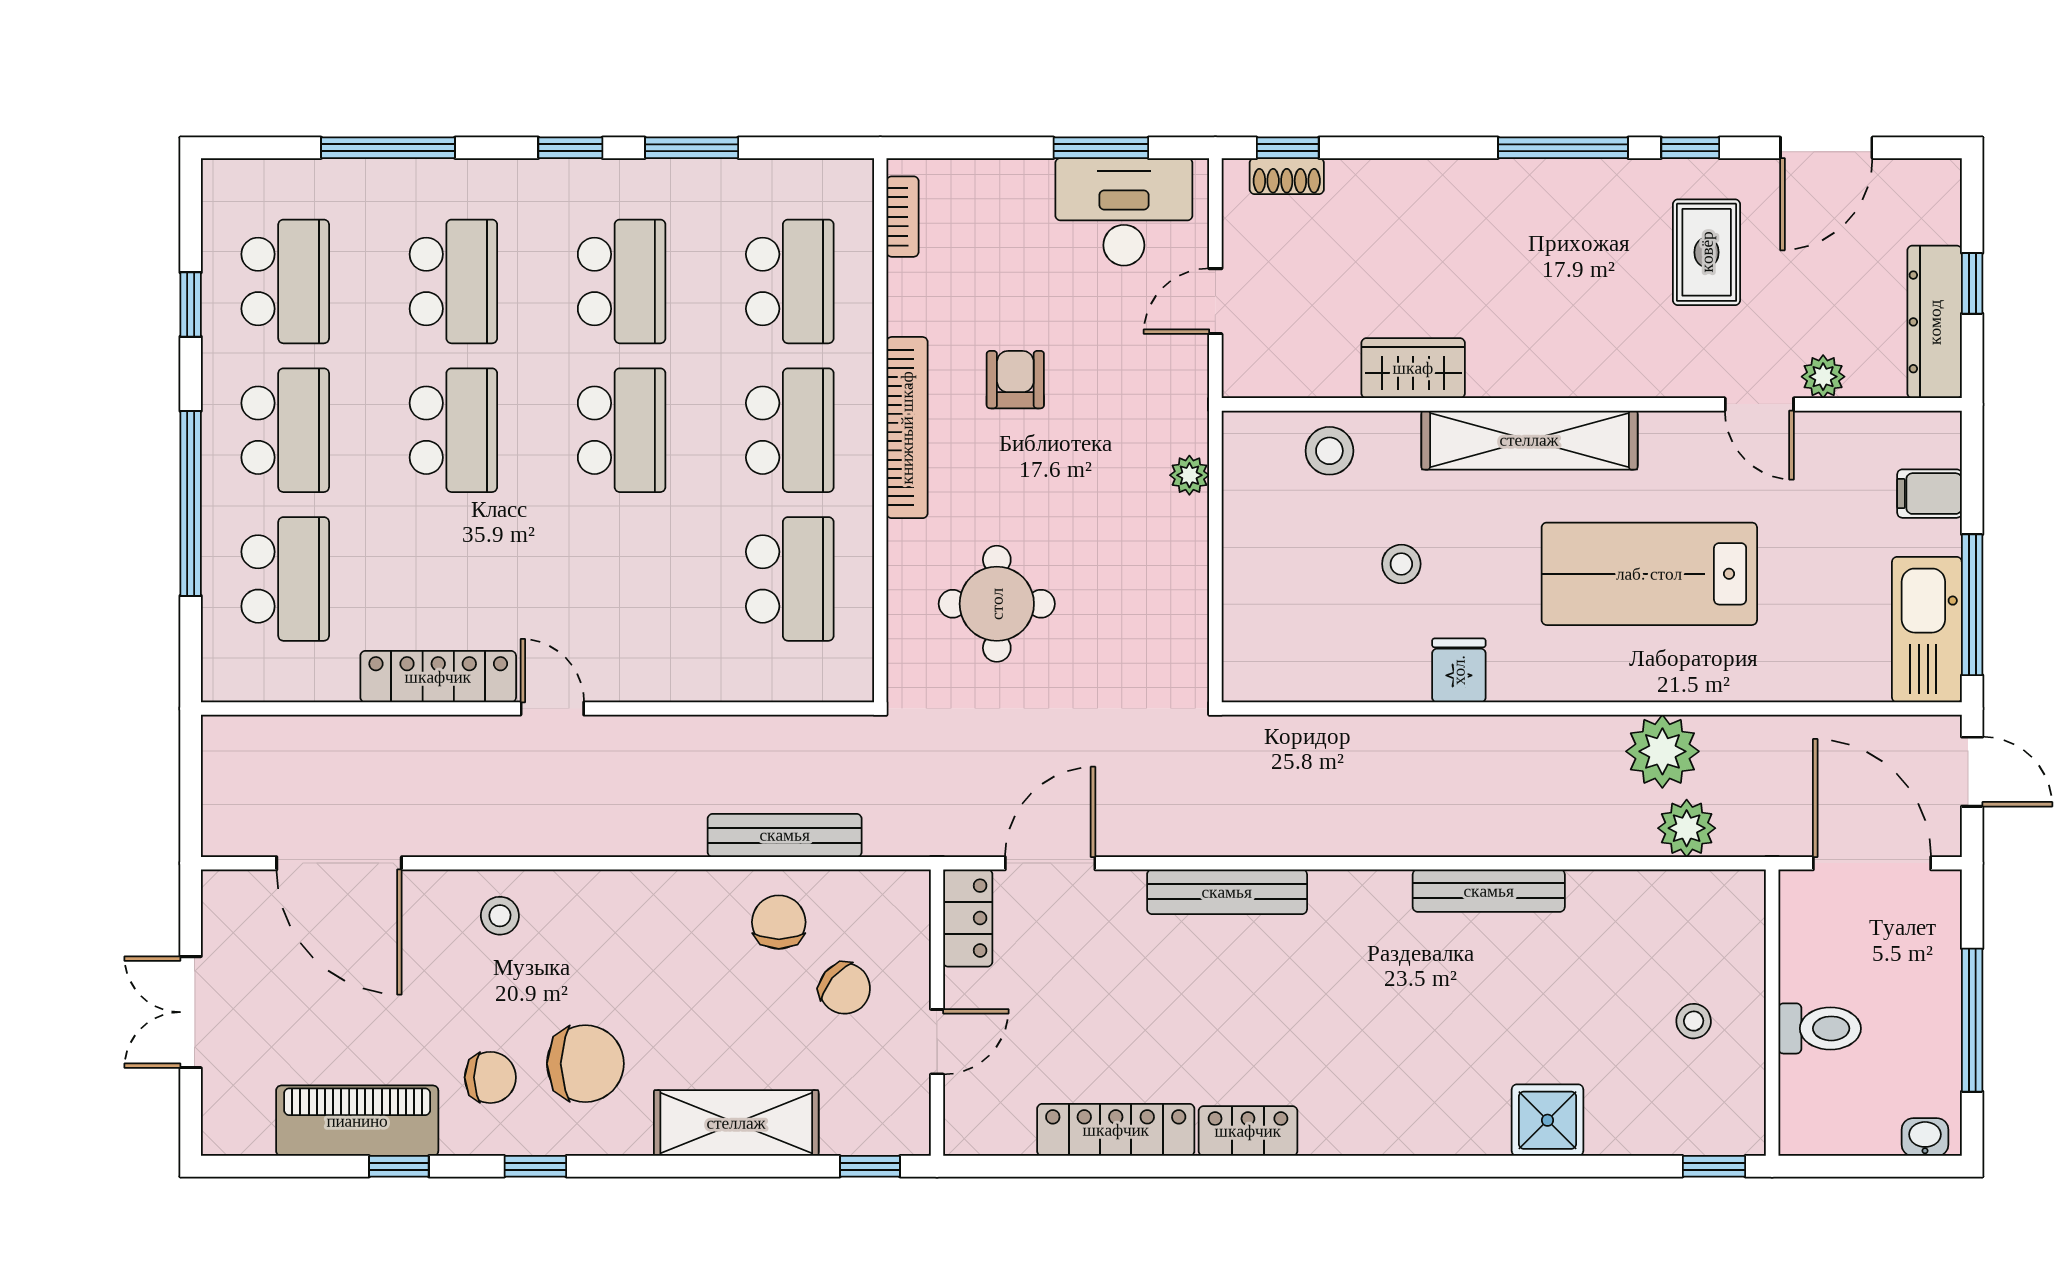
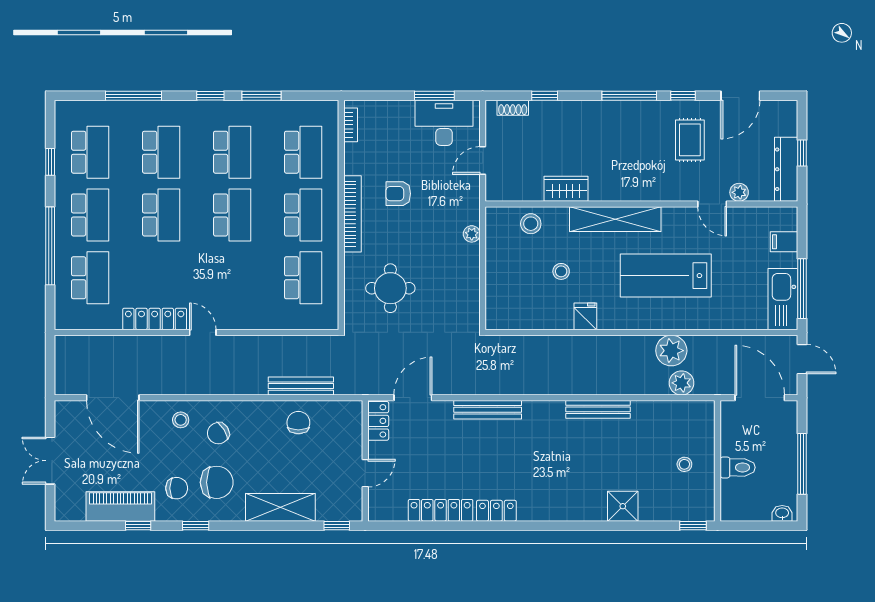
window: (1288, 148) -> (545, 96), moved
armchair: (1015, 380) -> (398, 194), turned -90
chair: (845, 988) -> (218, 433), moved, turned 108

